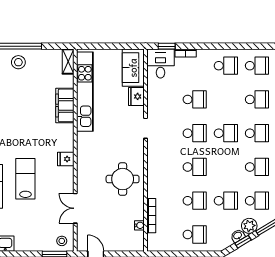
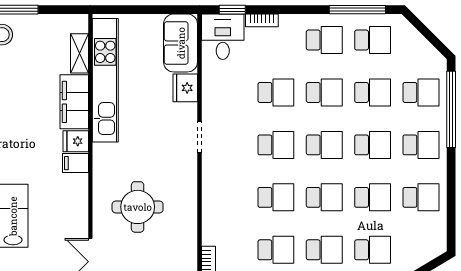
window: (247, 46) -> (357, 10), added
shelving: (68, 62) -> (79, 53), moved
school desk: (226, 99) -> (324, 92), added
filing cabinet: (66, 145) -> (75, 163), added
fridge: (66, 159) -> (76, 141), moved
school desk: (226, 167) -> (324, 197), added
round table: (123, 179) -> (138, 207), moved

